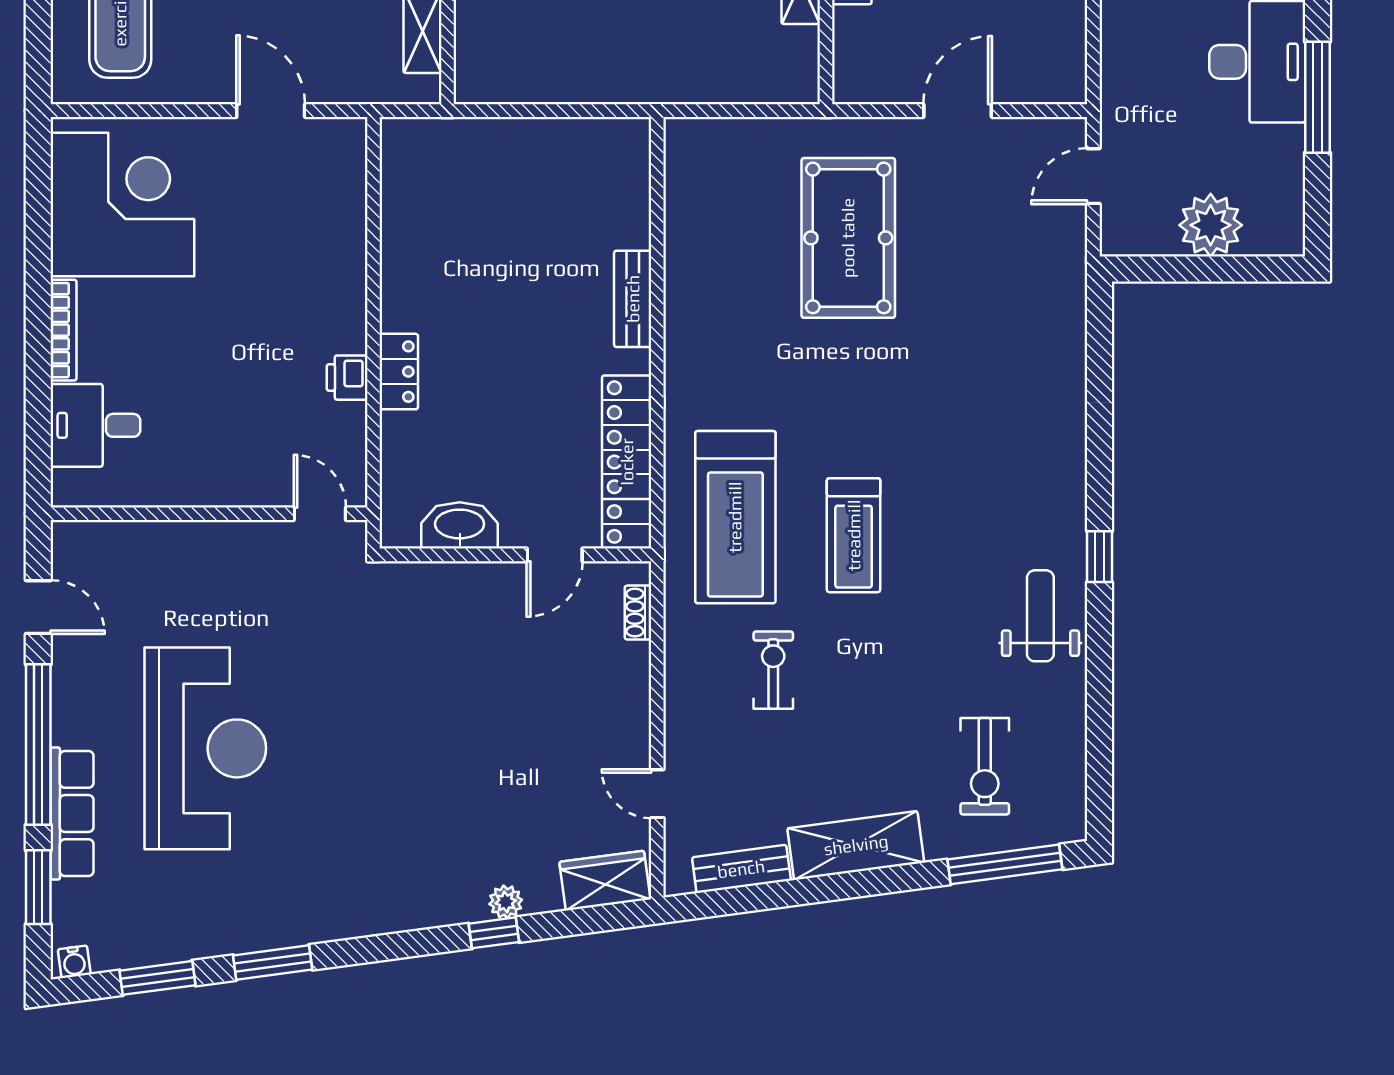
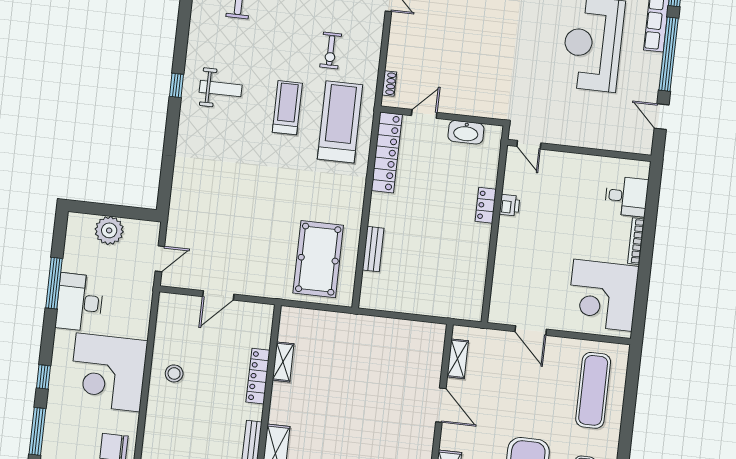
pool table: (848, 238) -> (318, 259), moved
bench: (633, 299) -> (373, 249), moved
weight bench: (1040, 616) -> (221, 89), moved, turned -90

